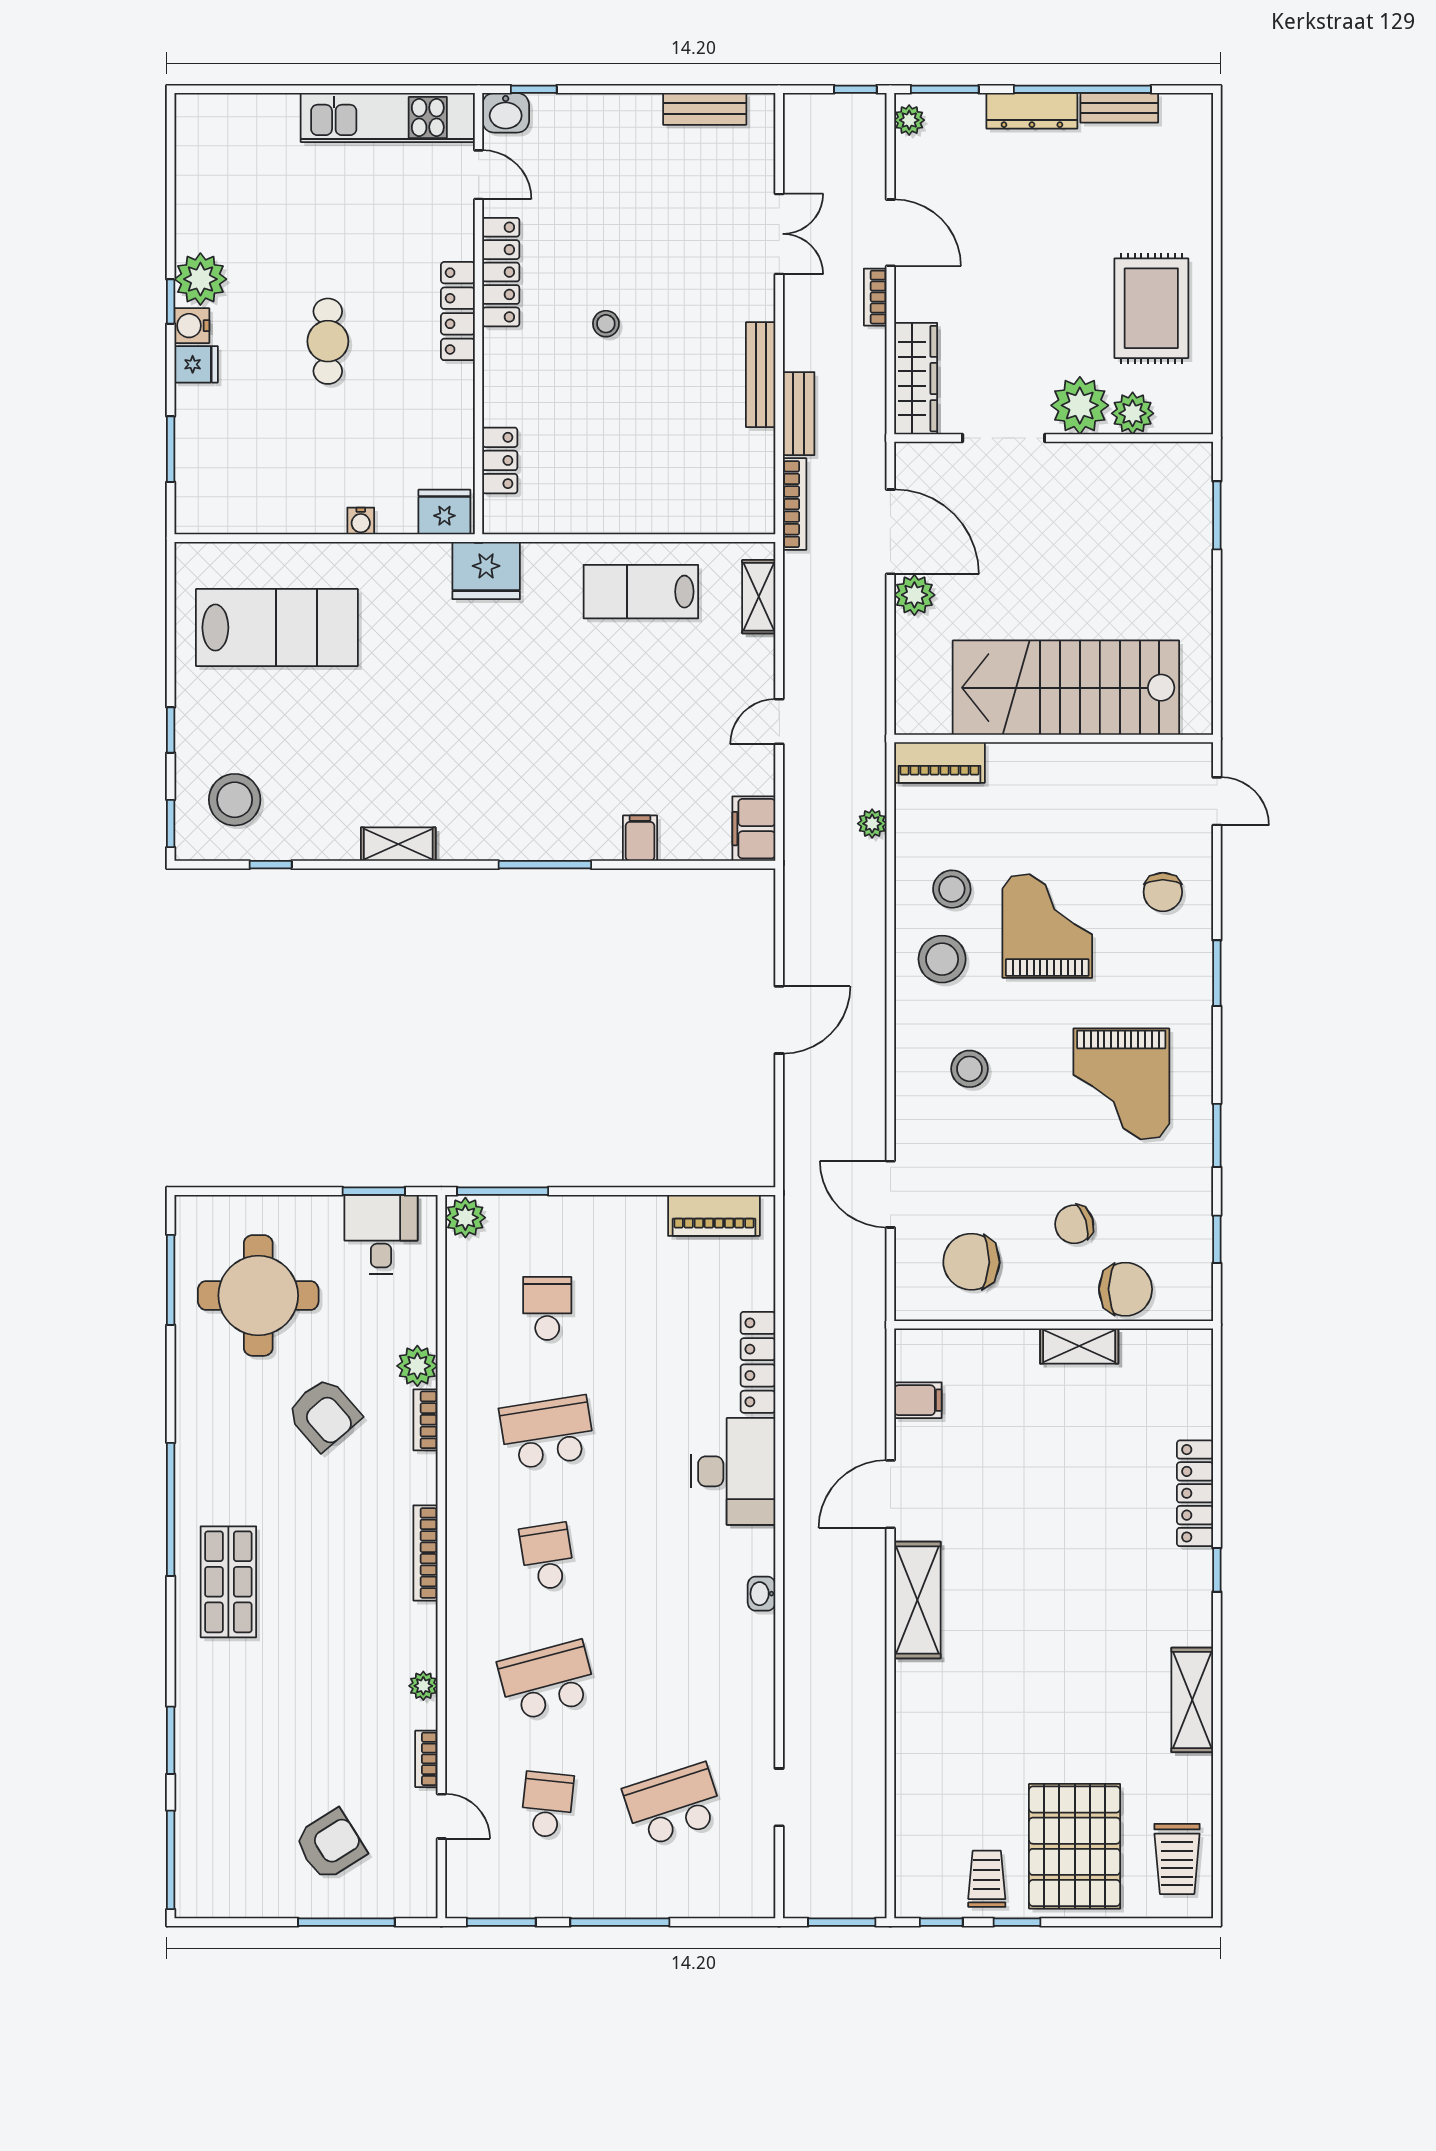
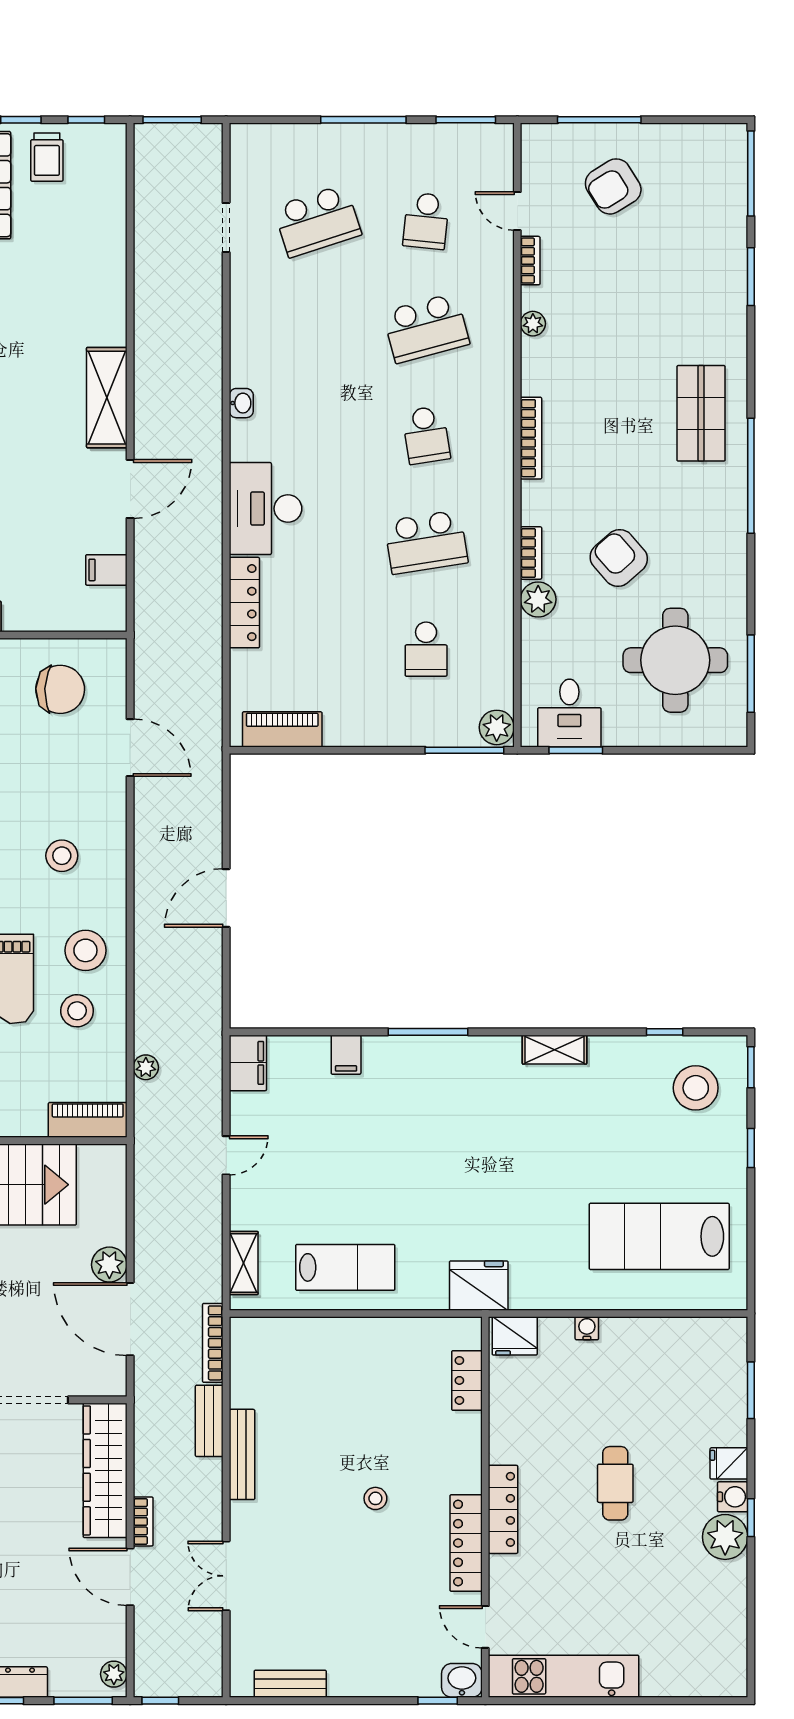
wardrobe: (916, 379) -> (105, 1470), width x1.40, depth x1.17

